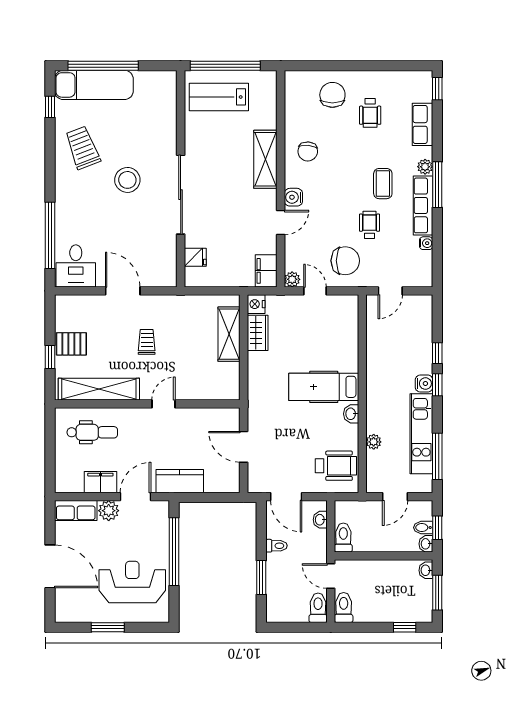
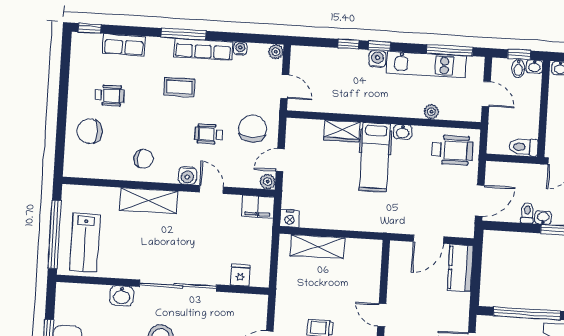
washbasin: (167, 138) -> (122, 296), added
plant: (425, 167) -> (276, 52), moved
wheelchair: (369, 225) -> (208, 134), moved
wardrobe: (258, 333) -> (342, 131), moved, turned 180
wheelchair: (336, 466) -> (453, 150), turned 90
kitchen counter: (180, 481) -> (460, 268), moved
washbasin: (320, 520) -> (543, 218), moved, turned 180

